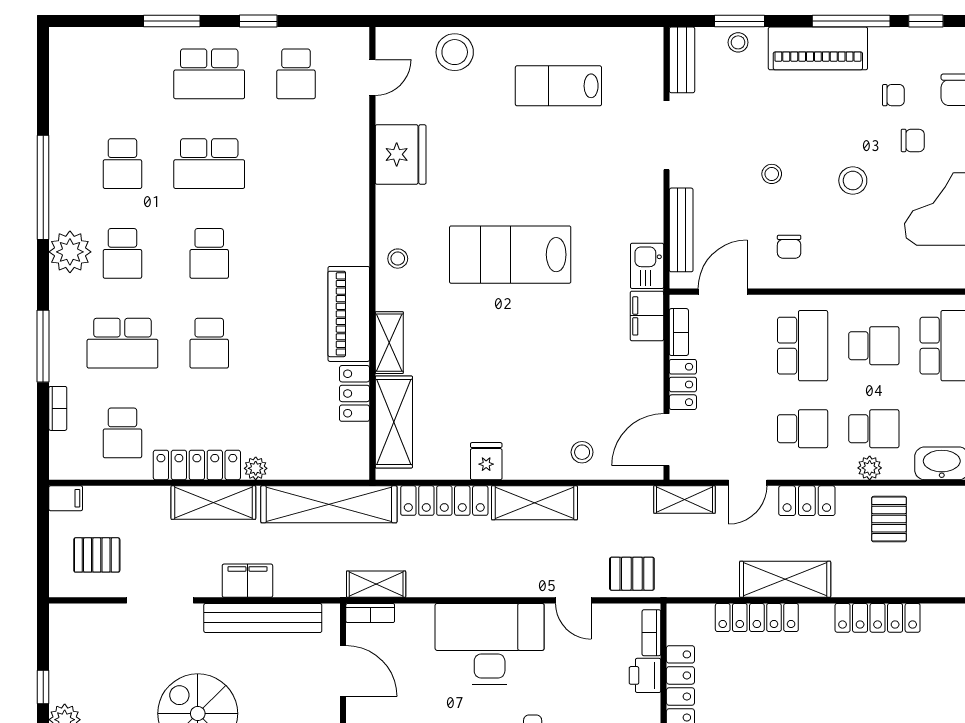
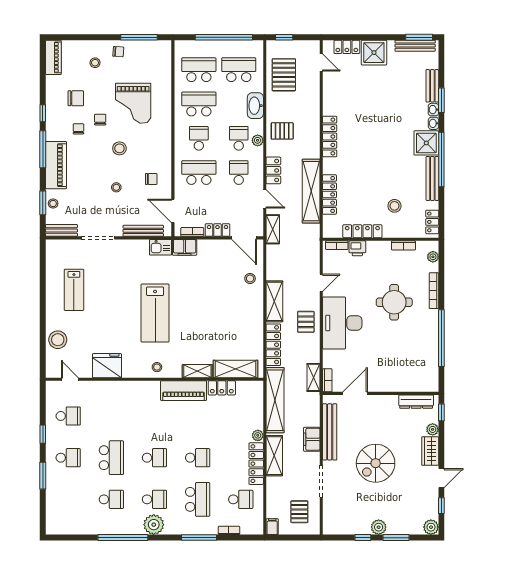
school desk: (209, 74) -> (68, 458), width x0.54
fridge: (486, 461) -> (254, 325), removed
pallet: (632, 574) -> (306, 322), moved
shelving: (785, 579) -> (311, 191), width x1.47

